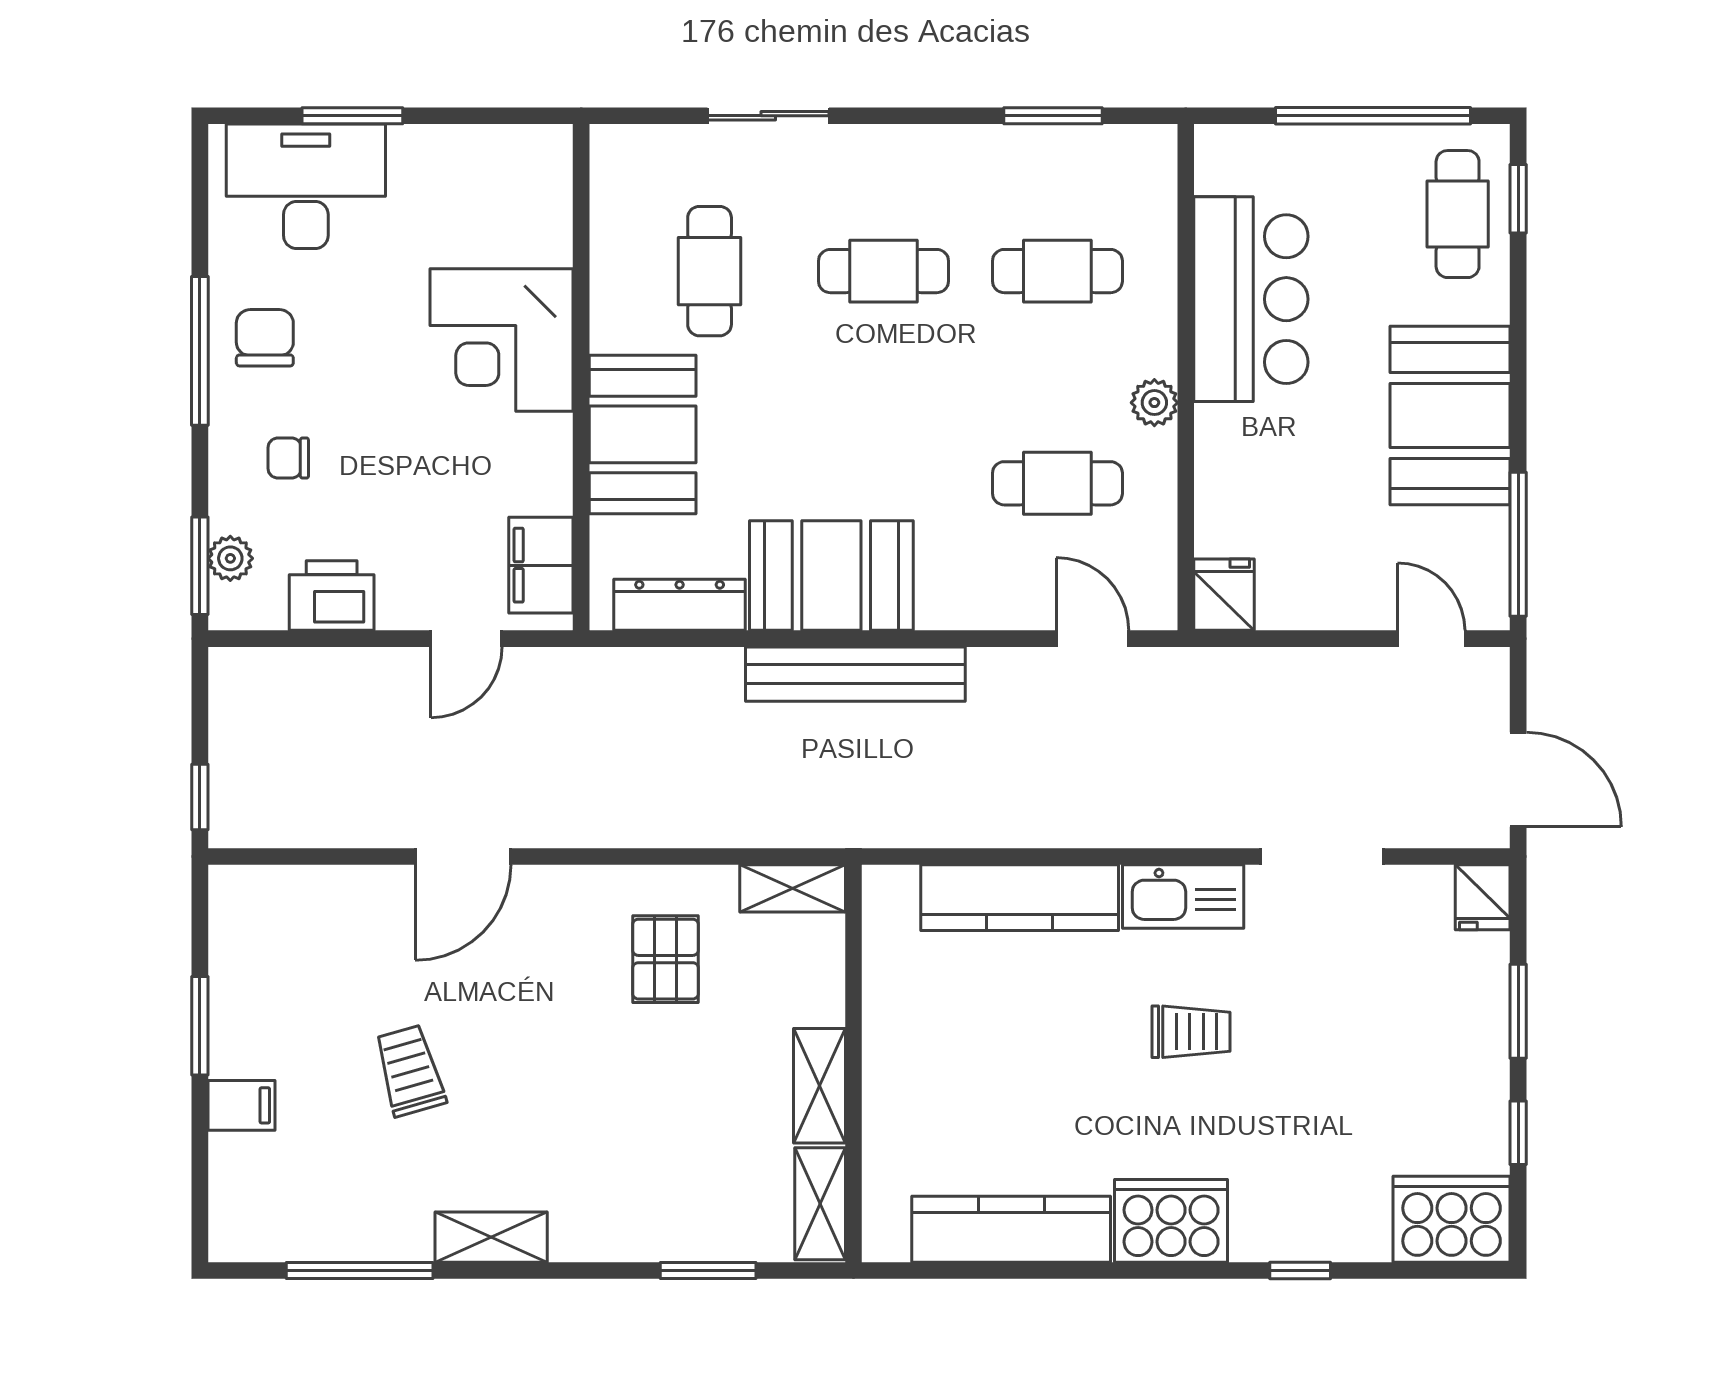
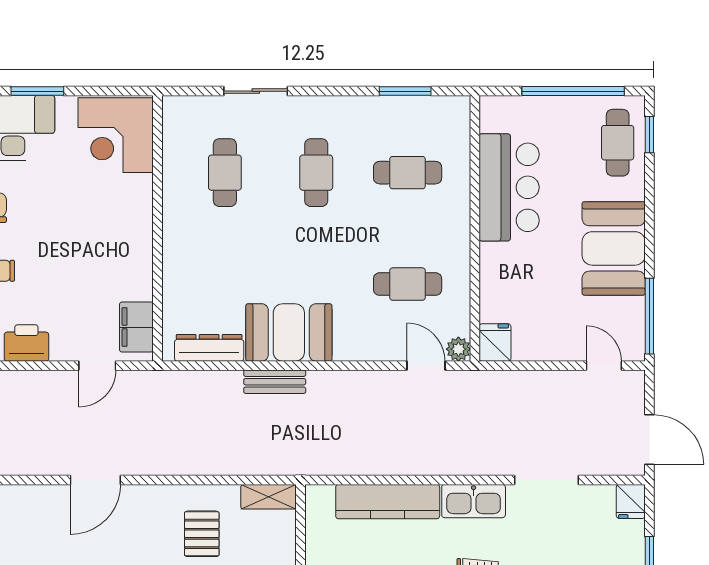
cafe table: (883, 271) -> (316, 173), turned 90
corner desk: (502, 340) -> (116, 135), moved
plant: (1154, 403) -> (458, 349), moved
booth: (643, 434) -> (190, 258), removed
bench: (855, 674) -> (275, 382), width x0.54, depth x0.82

